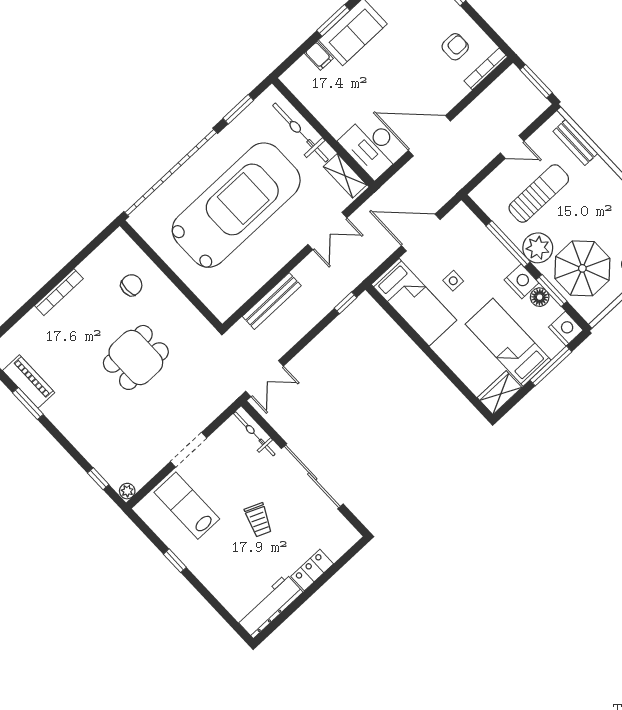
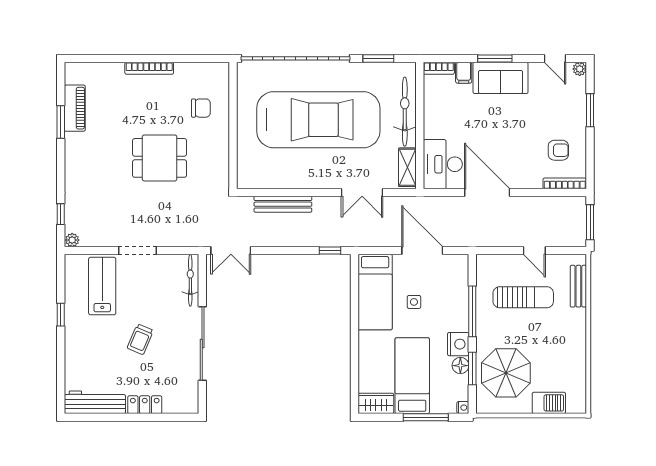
bookcase: (295, 71) -> (439, 68), added
plant: (538, 248) -> (489, 332), removed
nightstand: (566, 329) -> (463, 408), width x0.53, depth x0.56

